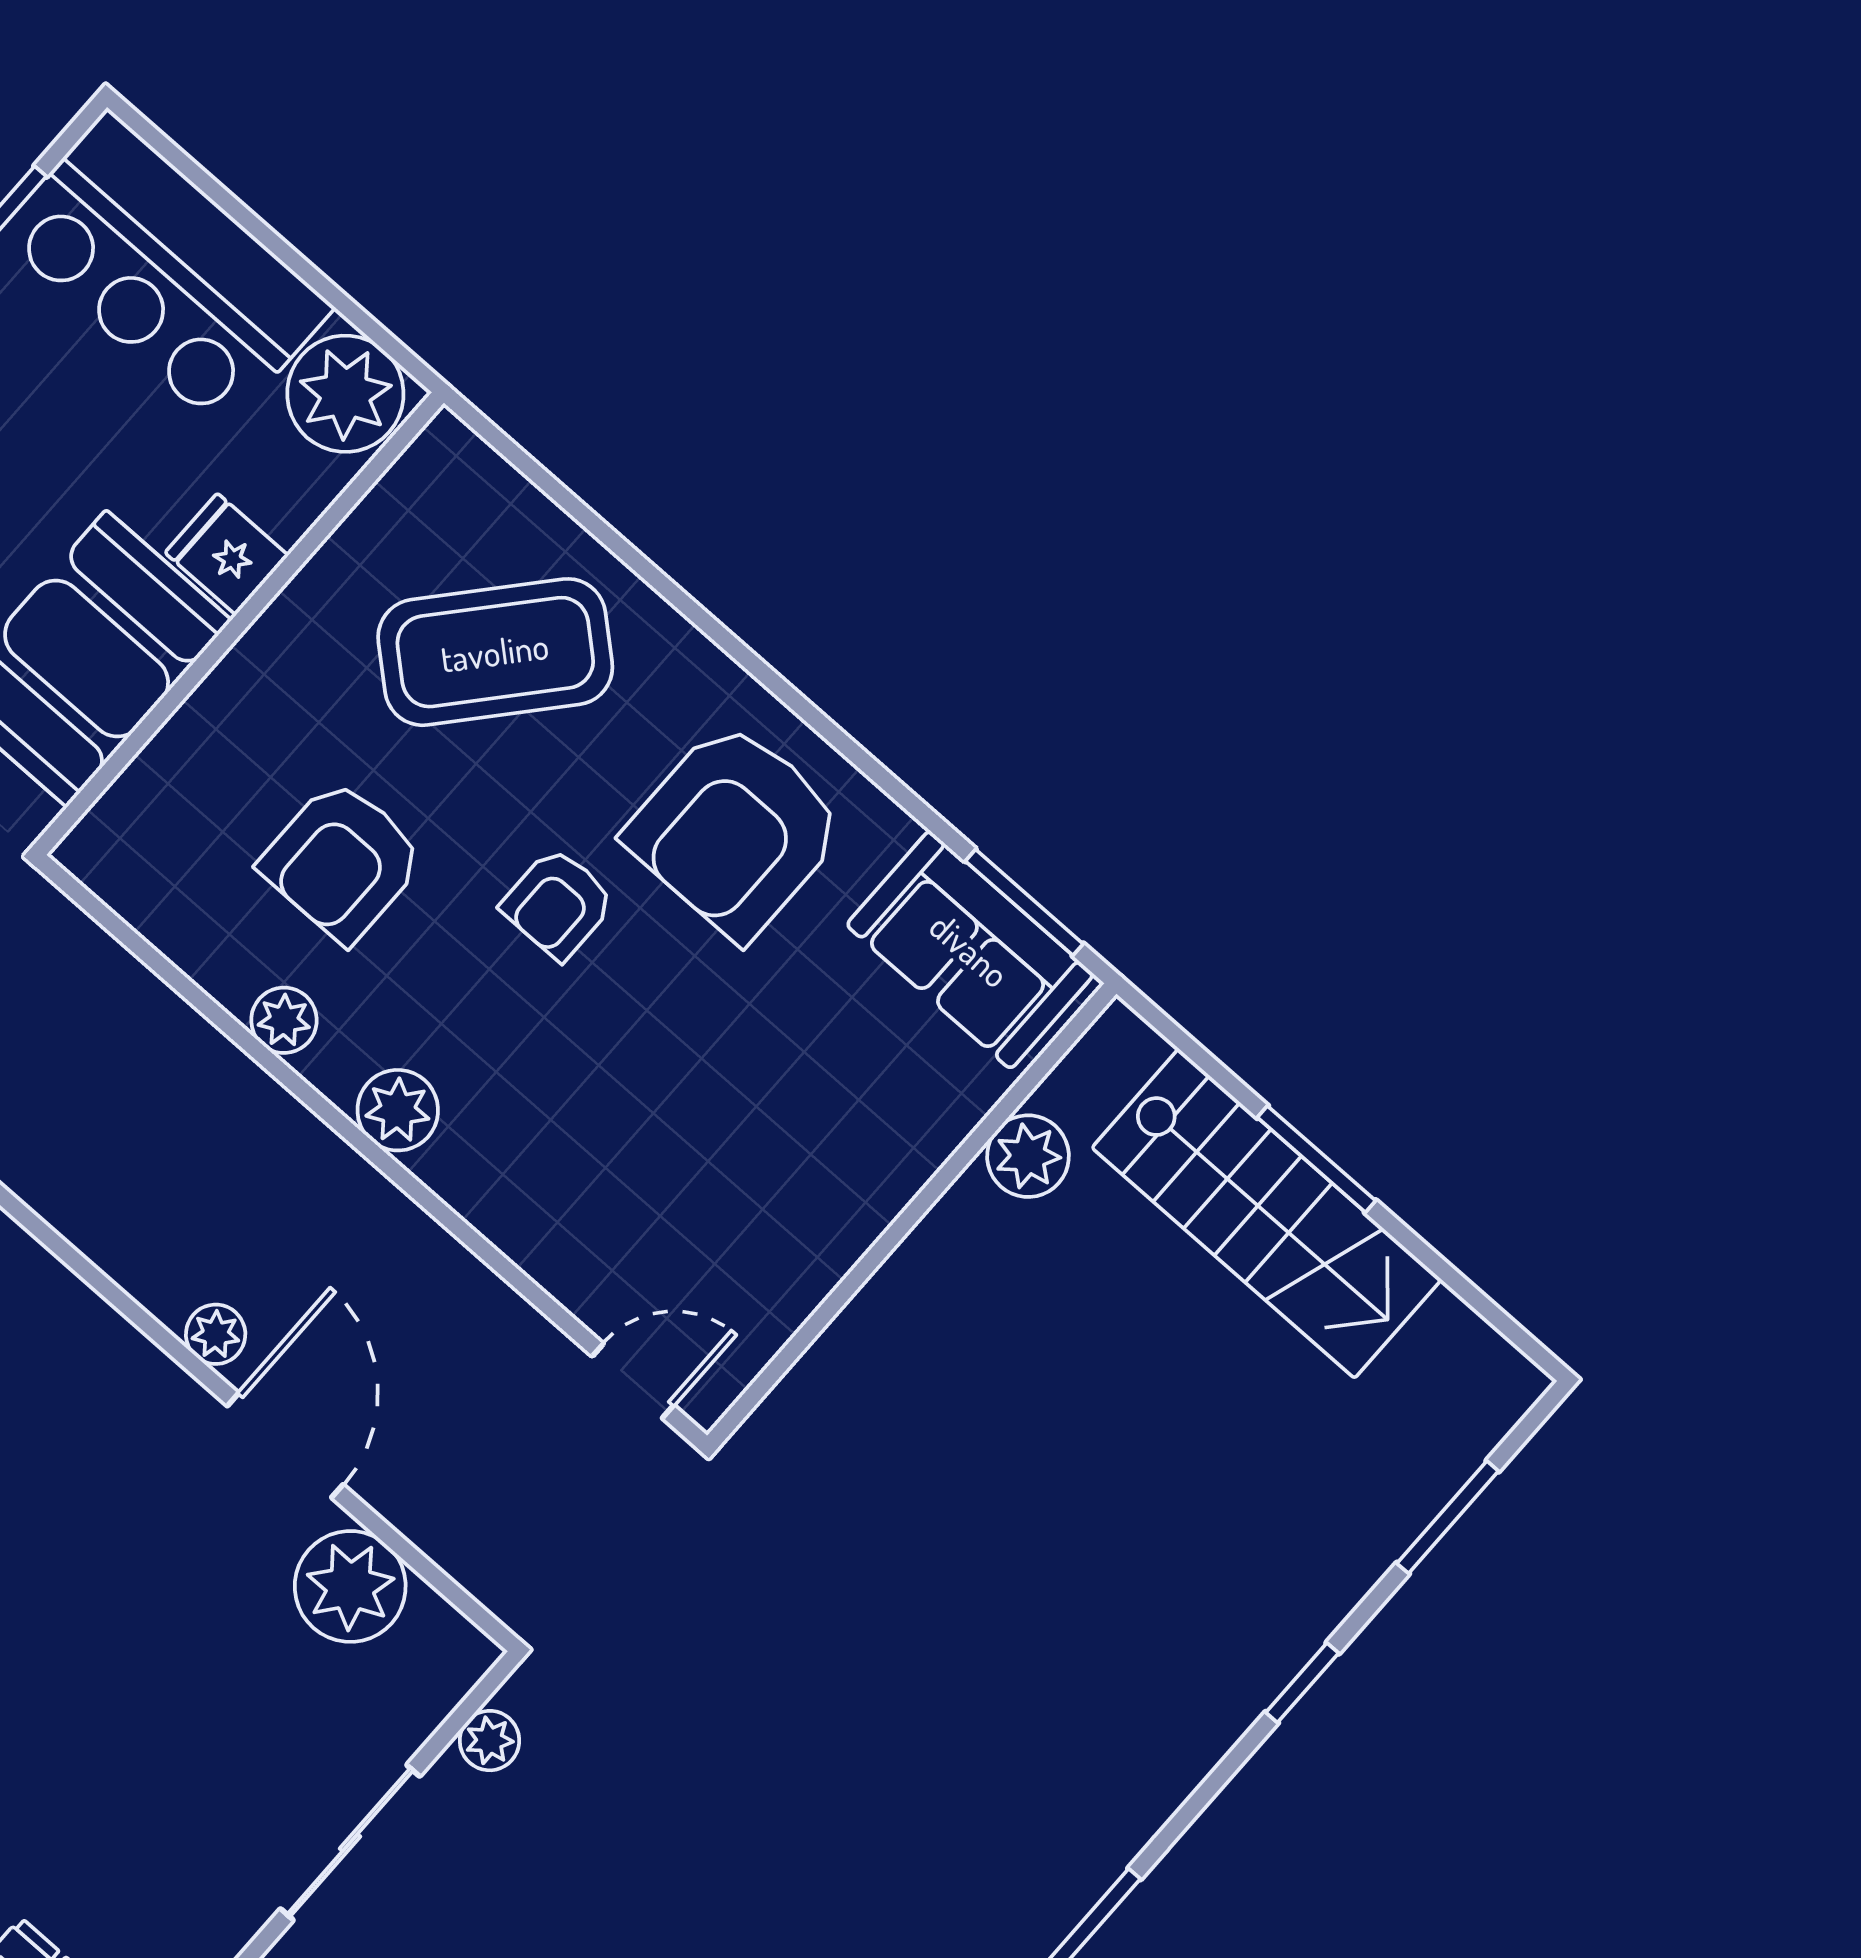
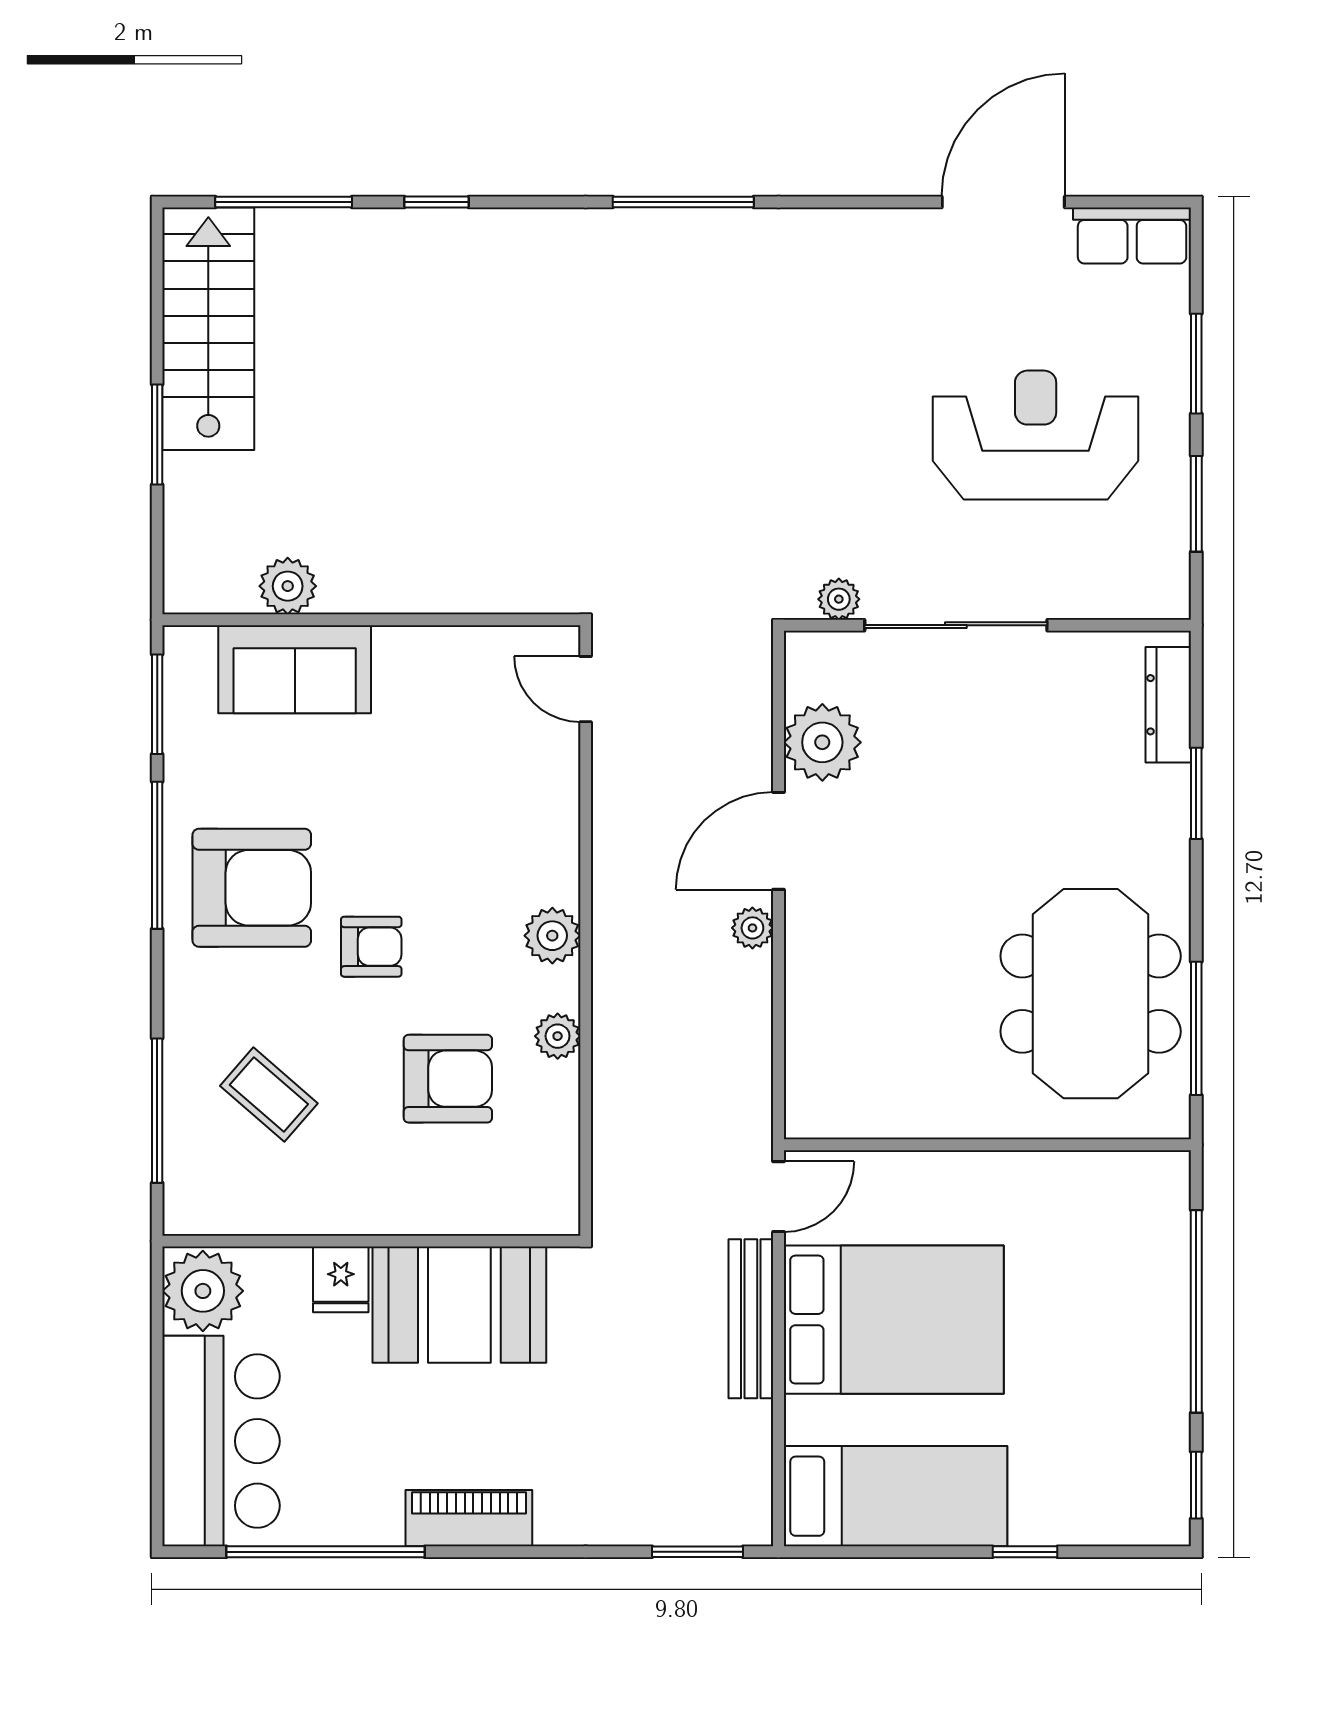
window: (584, 516) -> (157, 1111), added
coffee table: (495, 652) -> (269, 1095), width x0.54, depth x0.58
window: (861, 759) -> (157, 855), added
sofa: (970, 950) -> (295, 669), moved, turned 90
stairs: (1267, 1214) -> (208, 329), moved
window: (1448, 1517) -> (284, 202), width x1.44
sliding door: (350, 1843) -> (956, 625), width x1.37

